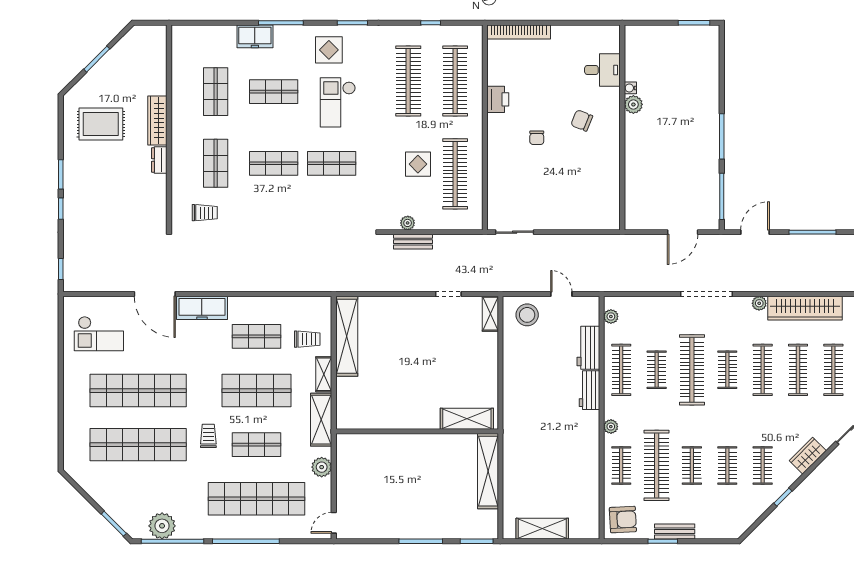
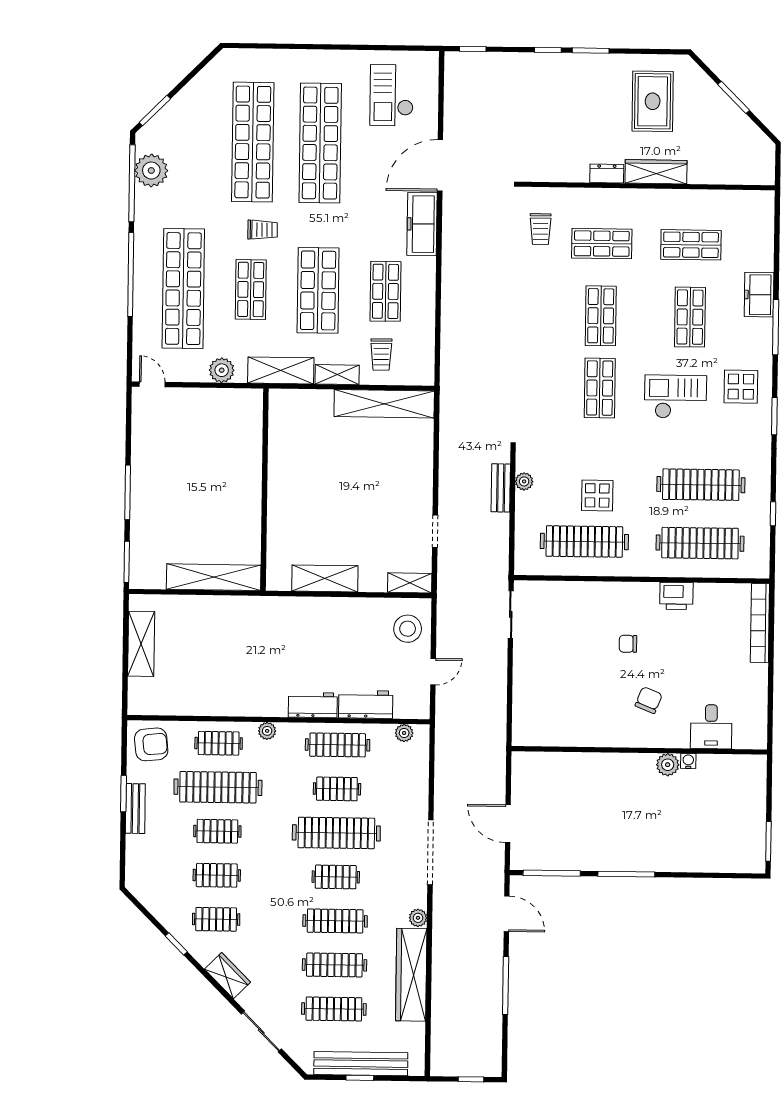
shelving: (467, 419) -> (325, 578), moved, turned 90
armchair: (623, 520) -> (151, 744), turned -93

